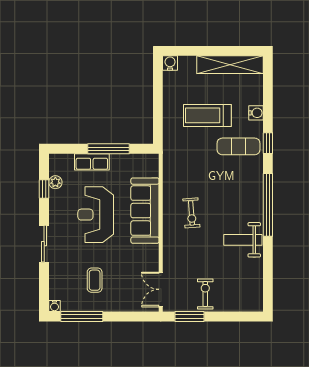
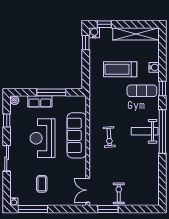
window: (184, 51) -> (104, 24), added
window: (158, 77) -> (86, 43), added
plant: (55, 182) -> (15, 100), moved
weight bench: (243, 240) -> (145, 131), moved

